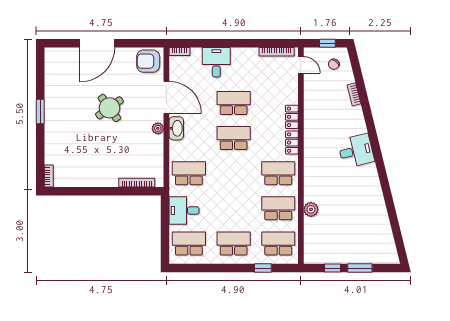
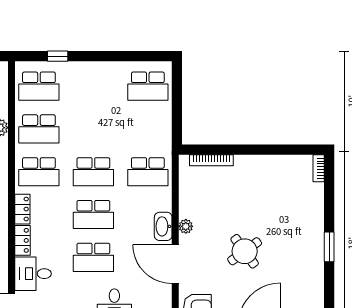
desk: (184, 210) -> (33, 274), moved, turned 180
school desk: (234, 243) -> (93, 172), moved

